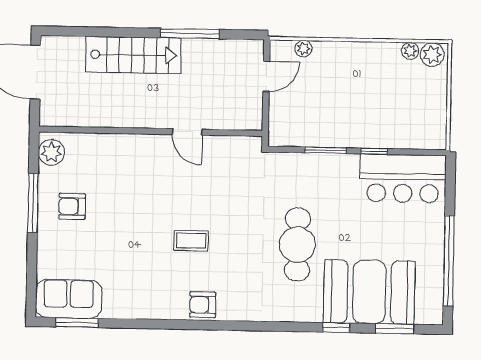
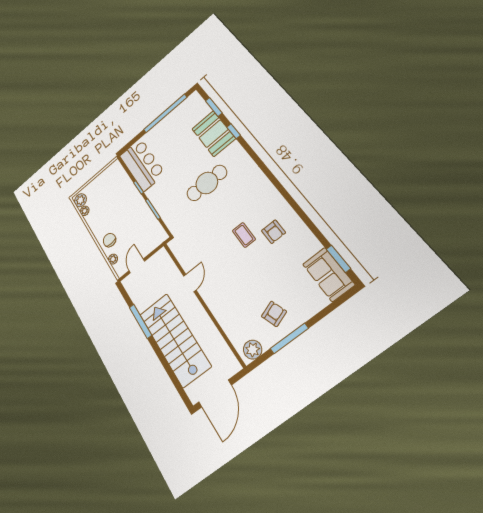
stairs: (133, 55) -> (175, 340), width x1.36, depth x1.51
chair: (335, 61) -> (109, 240), added
door: (266, 76) -> (137, 266), hinge flipped
armchair: (72, 206) -> (274, 314), turned -110
booth: (369, 292) -> (214, 134), width x0.73, depth x0.70
armchair: (203, 305) -> (274, 232), moved

